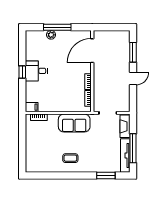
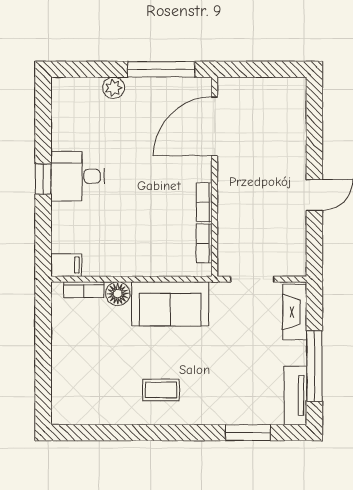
window: (57, 27) -> (161, 69), moved
window: (133, 52) -> (314, 130), removed
floor lamp: (53, 119) -> (118, 294), added
tv unit: (125, 155) -> (295, 396), width x0.71

